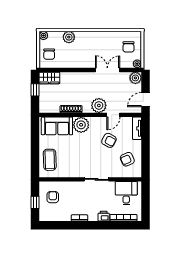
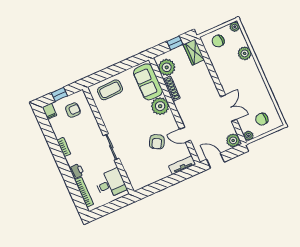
plant: (99, 105) -> (167, 67), moved
armchair: (127, 159) -> (146, 169), removed
filing cabinet: (45, 217) -> (49, 111), added

